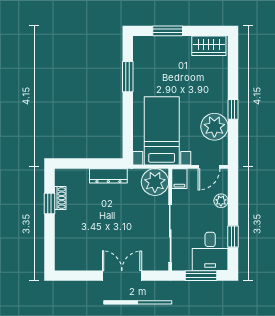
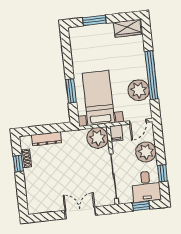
window: (128, 77) -> (71, 91), moved
window: (233, 109) -> (151, 75), width x3.17
dresser: (108, 176) -> (46, 139), moved
plant: (221, 201) -> (146, 152), width x1.88, depth x1.88
window: (201, 276) -> (141, 206), width x0.67

